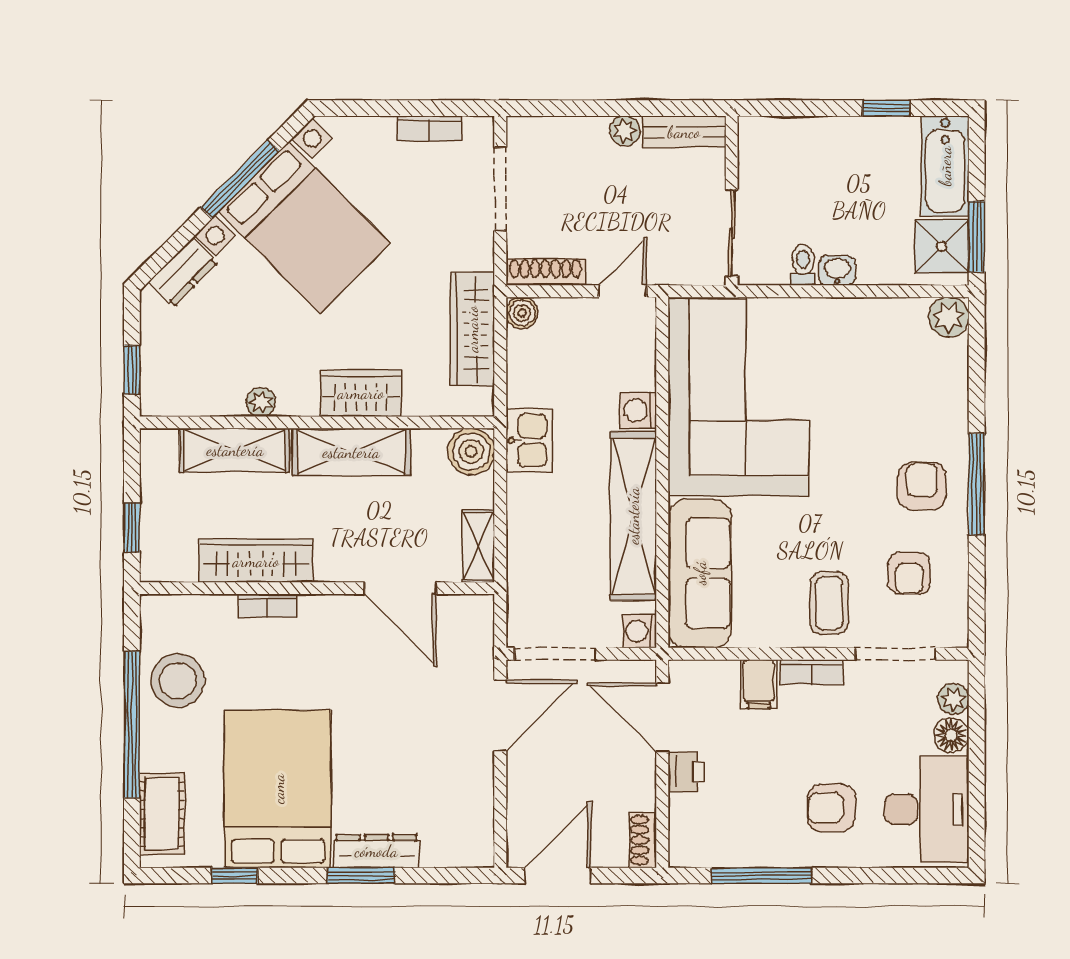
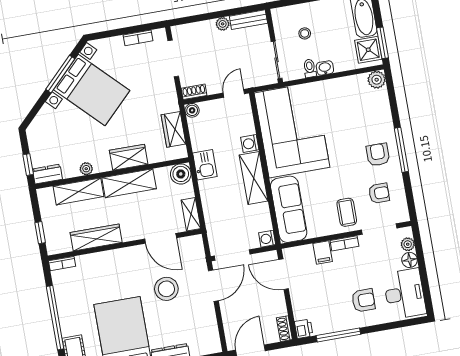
stool: (805, 185) -> (305, 33), added
dresser: (183, 272) -> (47, 174), moved, turned -135
shoe rack: (545, 272) -> (194, 92), width x0.70
wardrobe: (472, 329) -> (173, 129), width x0.67
shelving: (633, 516) -> (254, 178), width x0.68
armchair: (909, 573) -> (379, 193), turned -90
bookcase: (268, 606) -> (62, 264), moved
stool: (178, 680) -> (166, 289), moved
printer: (686, 772) -> (304, 329), moved
armchair: (831, 808) -> (363, 300), turned 180

